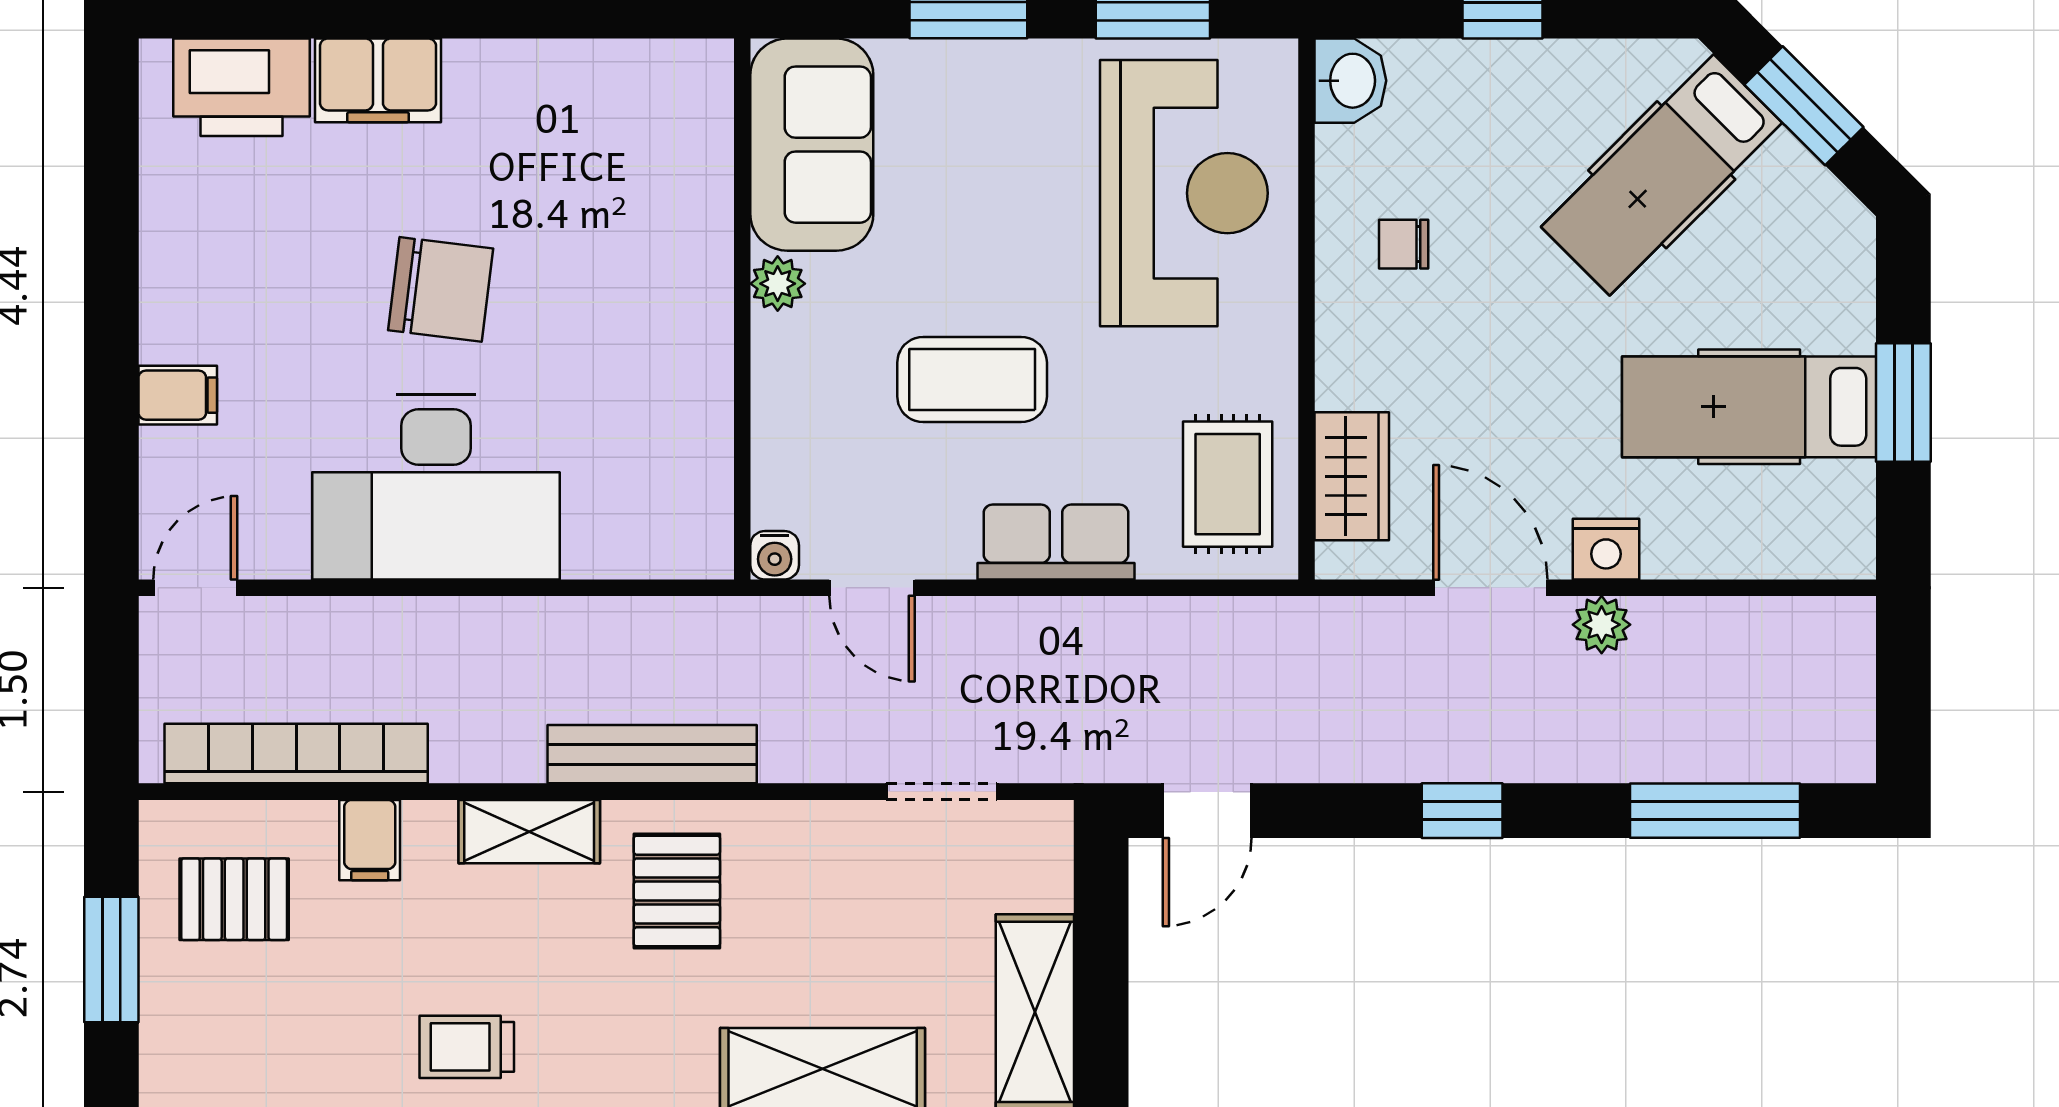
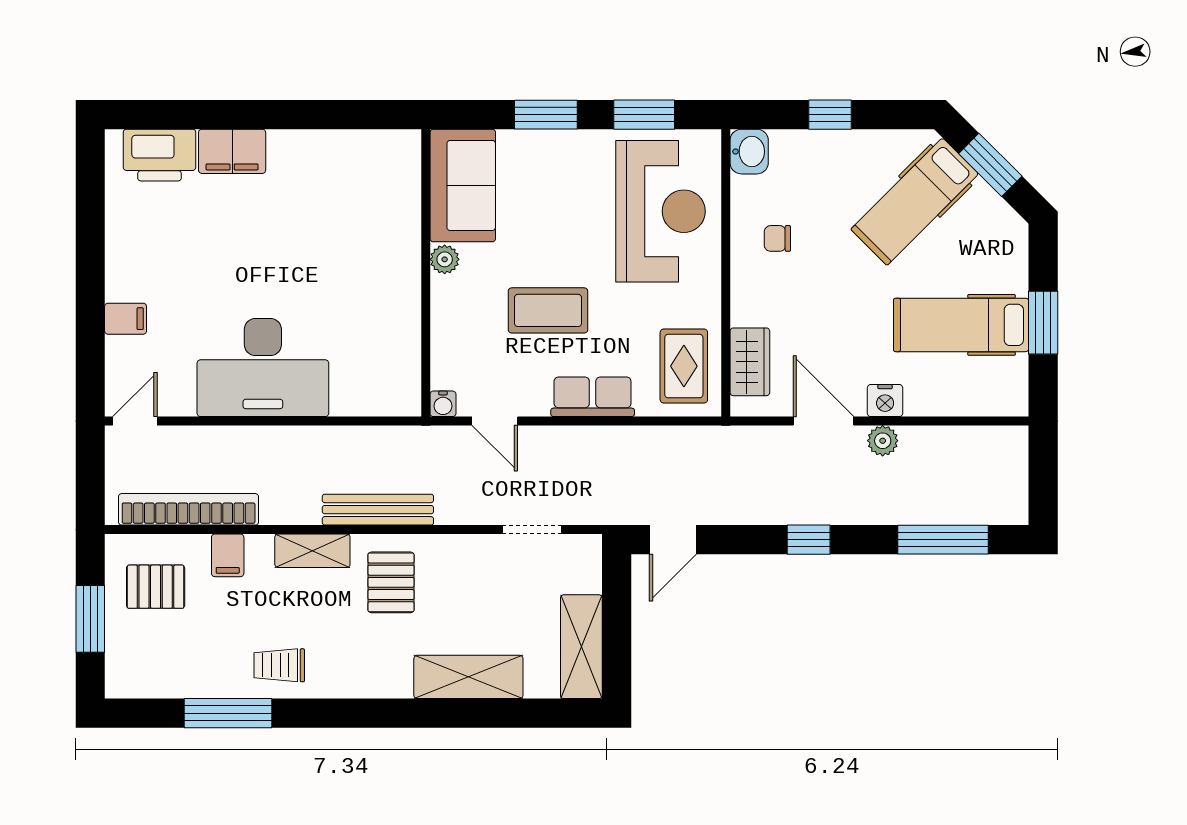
chair: (441, 289) -> (265, 263), removed

